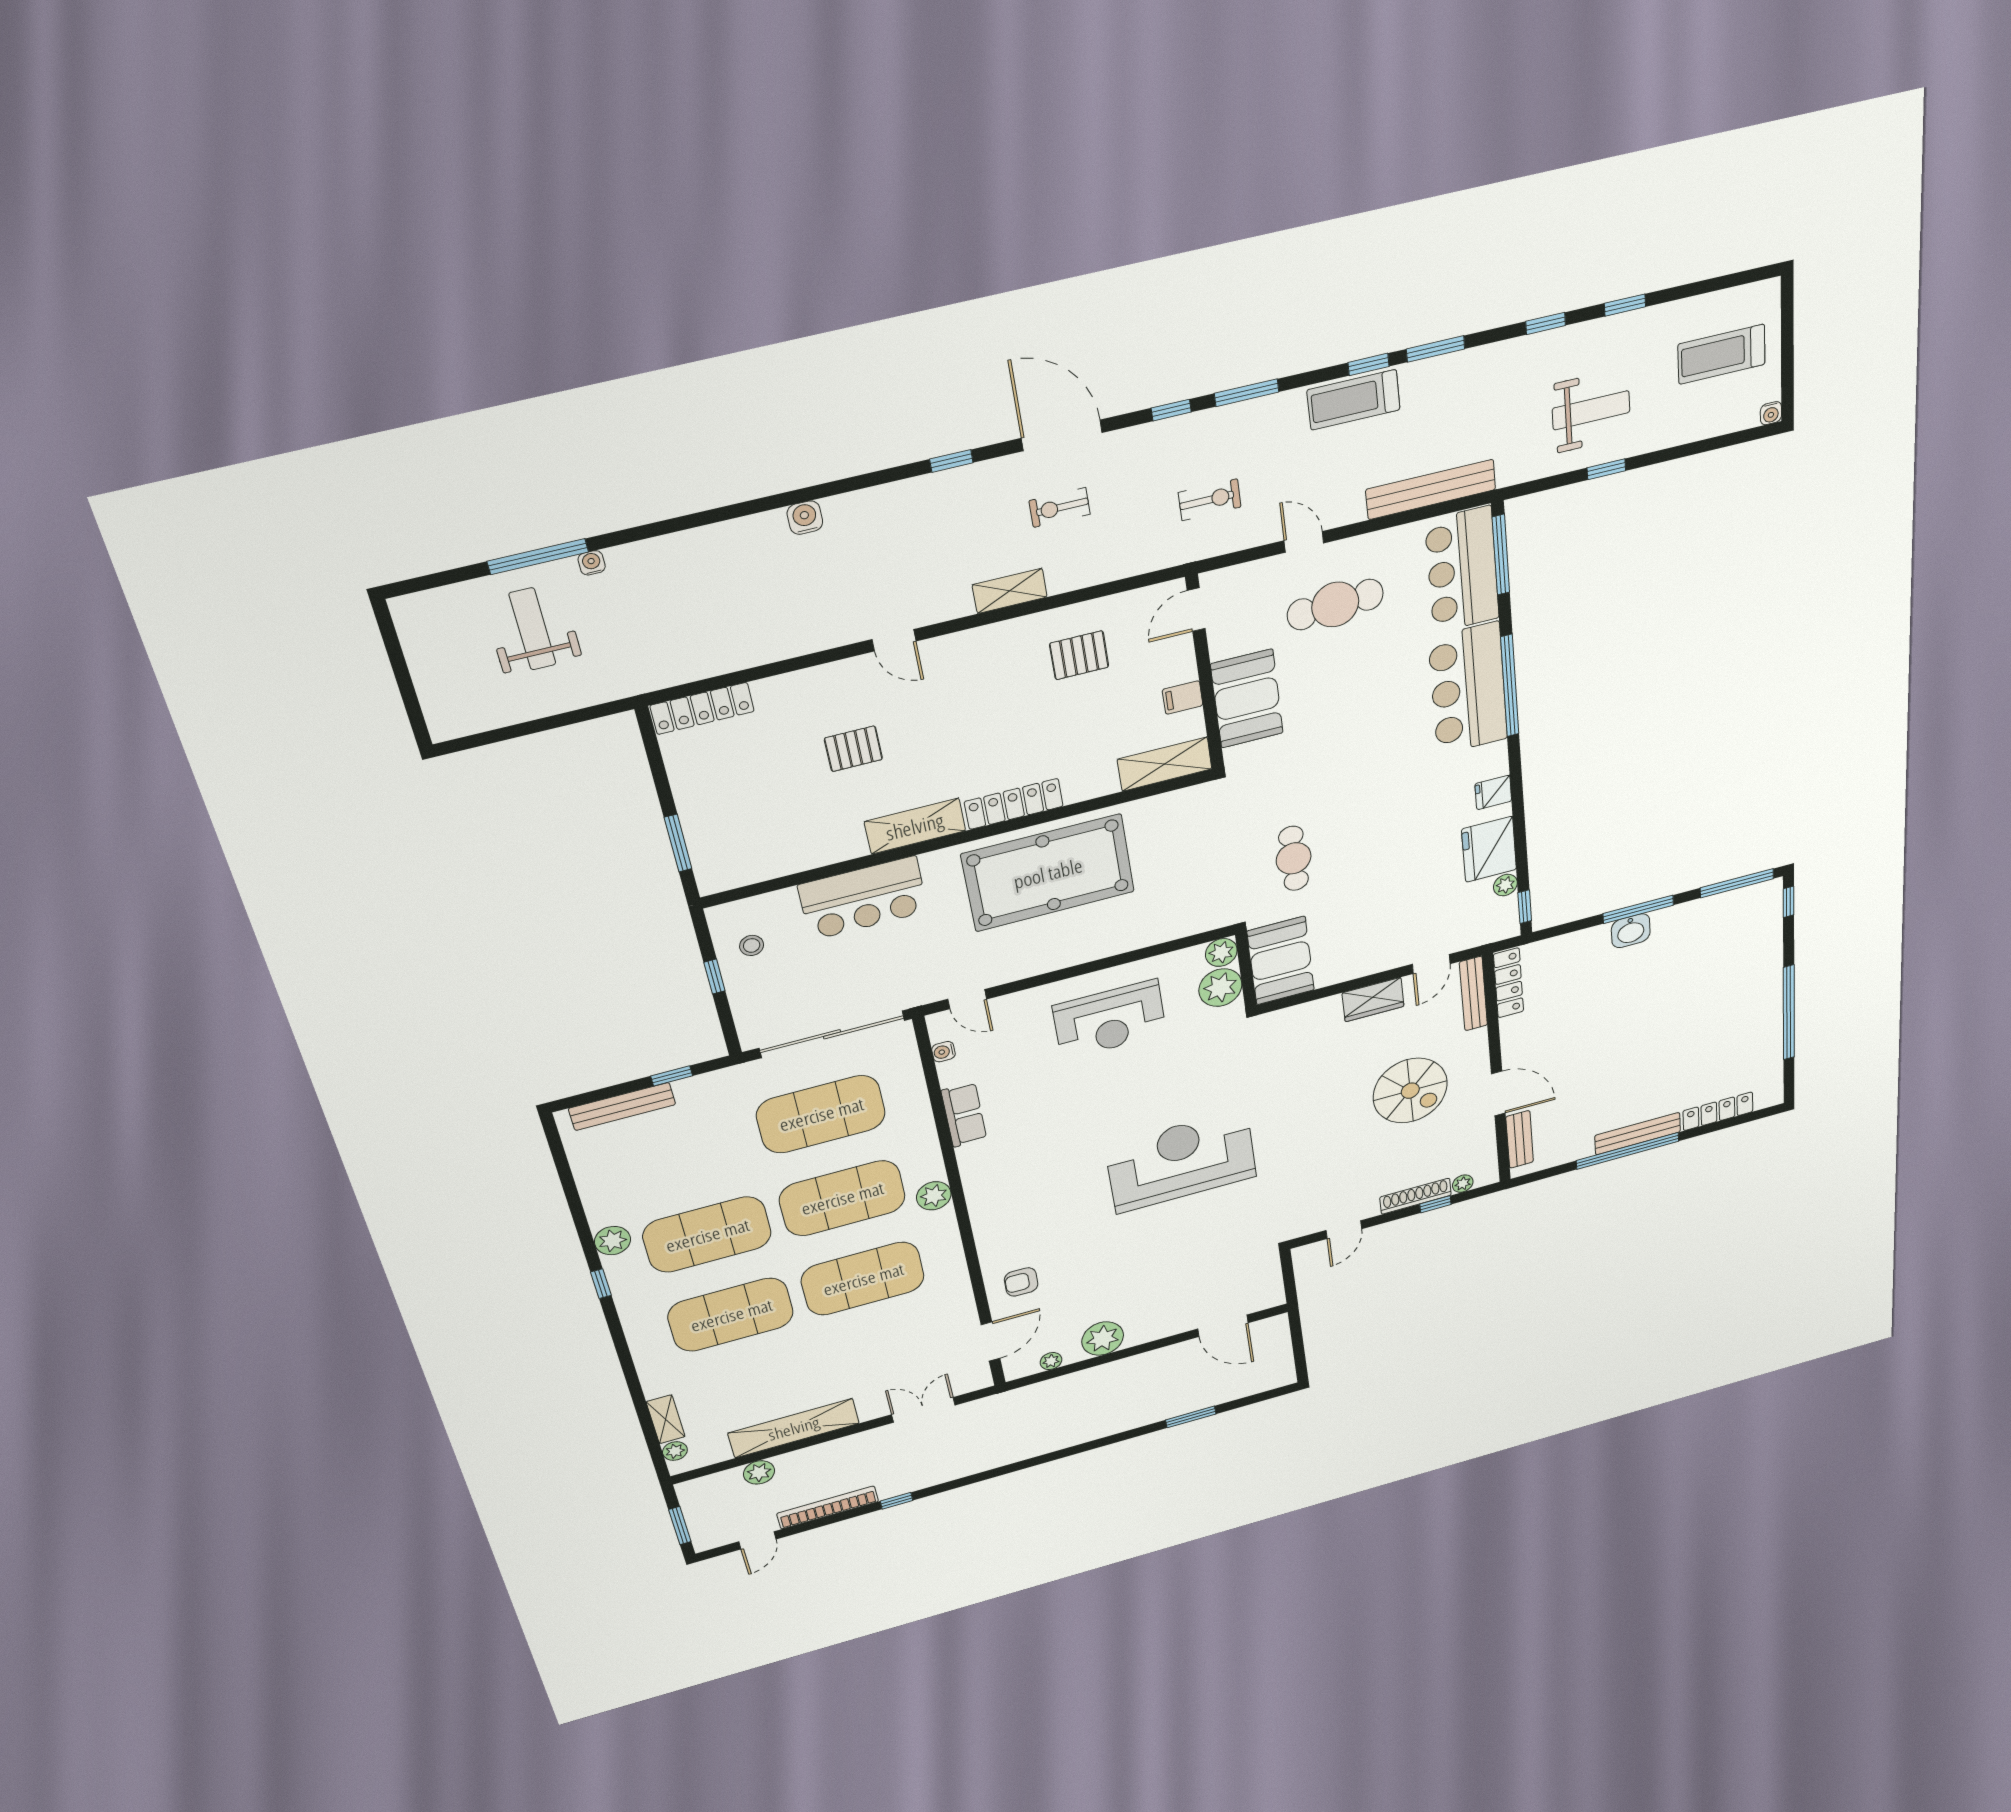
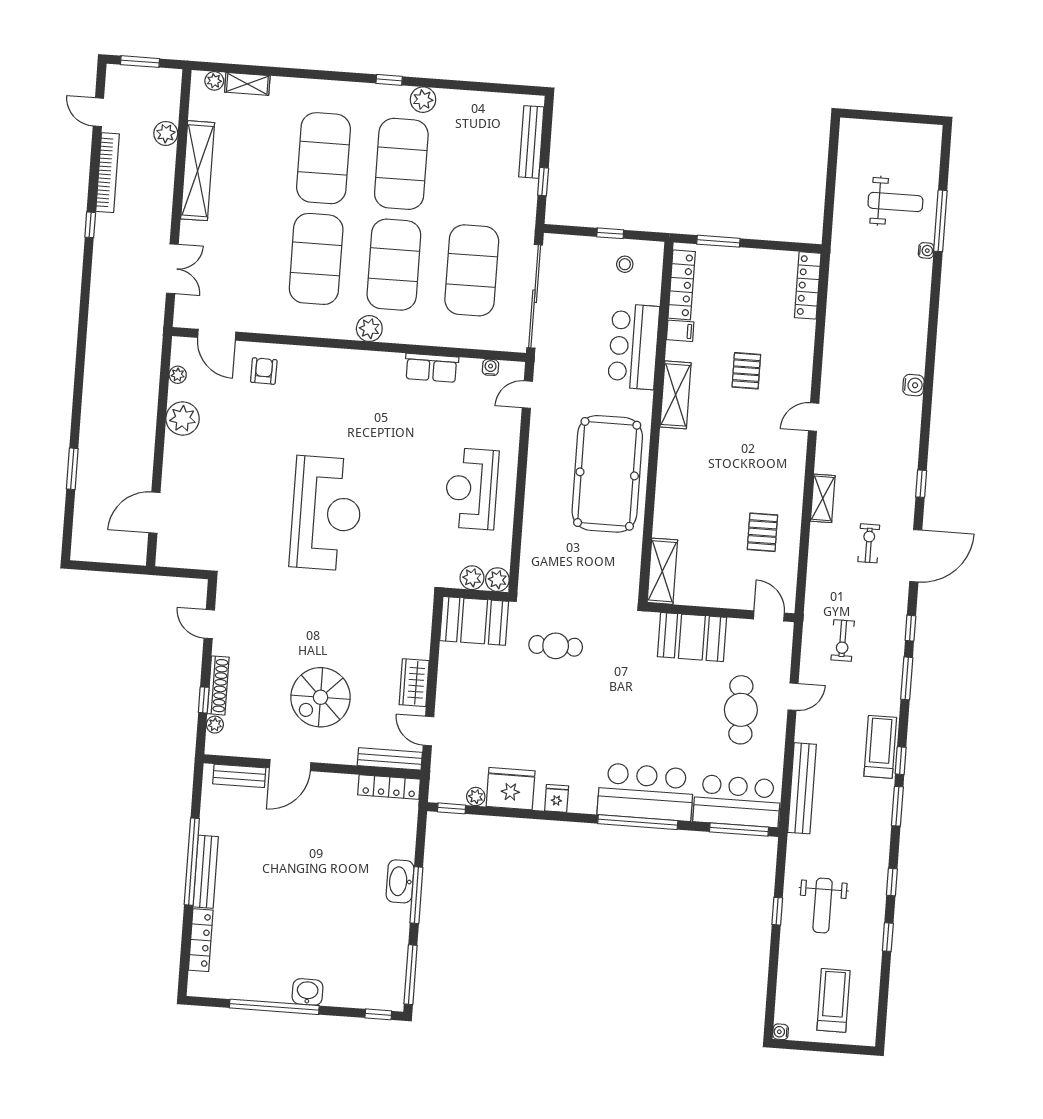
filing cabinet: (1183, 697) -> (680, 331), moved, turned 90
locker: (1014, 804) -> (682, 285), moved
washbasin: (1631, 931) -> (400, 881), width x1.38
washbasin: (1768, 985) -> (308, 992), added
plant: (1220, 988) -> (472, 578), width x0.73, depth x0.73

